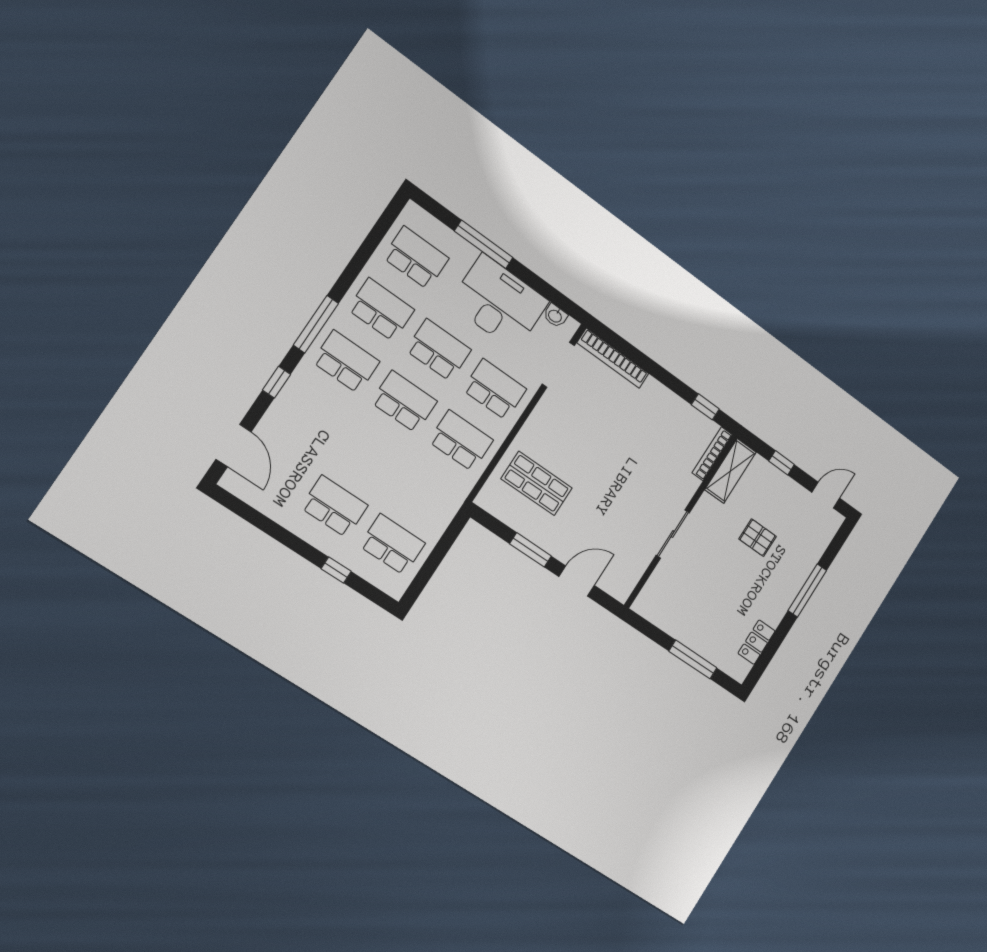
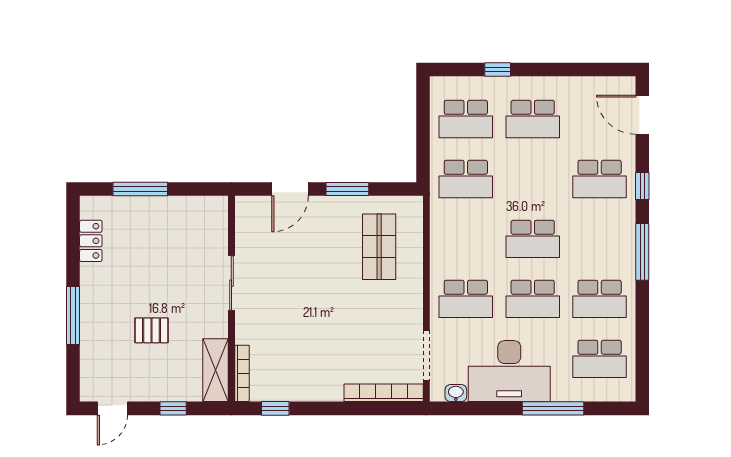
school desk: (346, 362) -> (600, 179), moved
school desk: (461, 441) -> (466, 179), moved
shop shelf: (537, 483) -> (379, 247), turned 90

